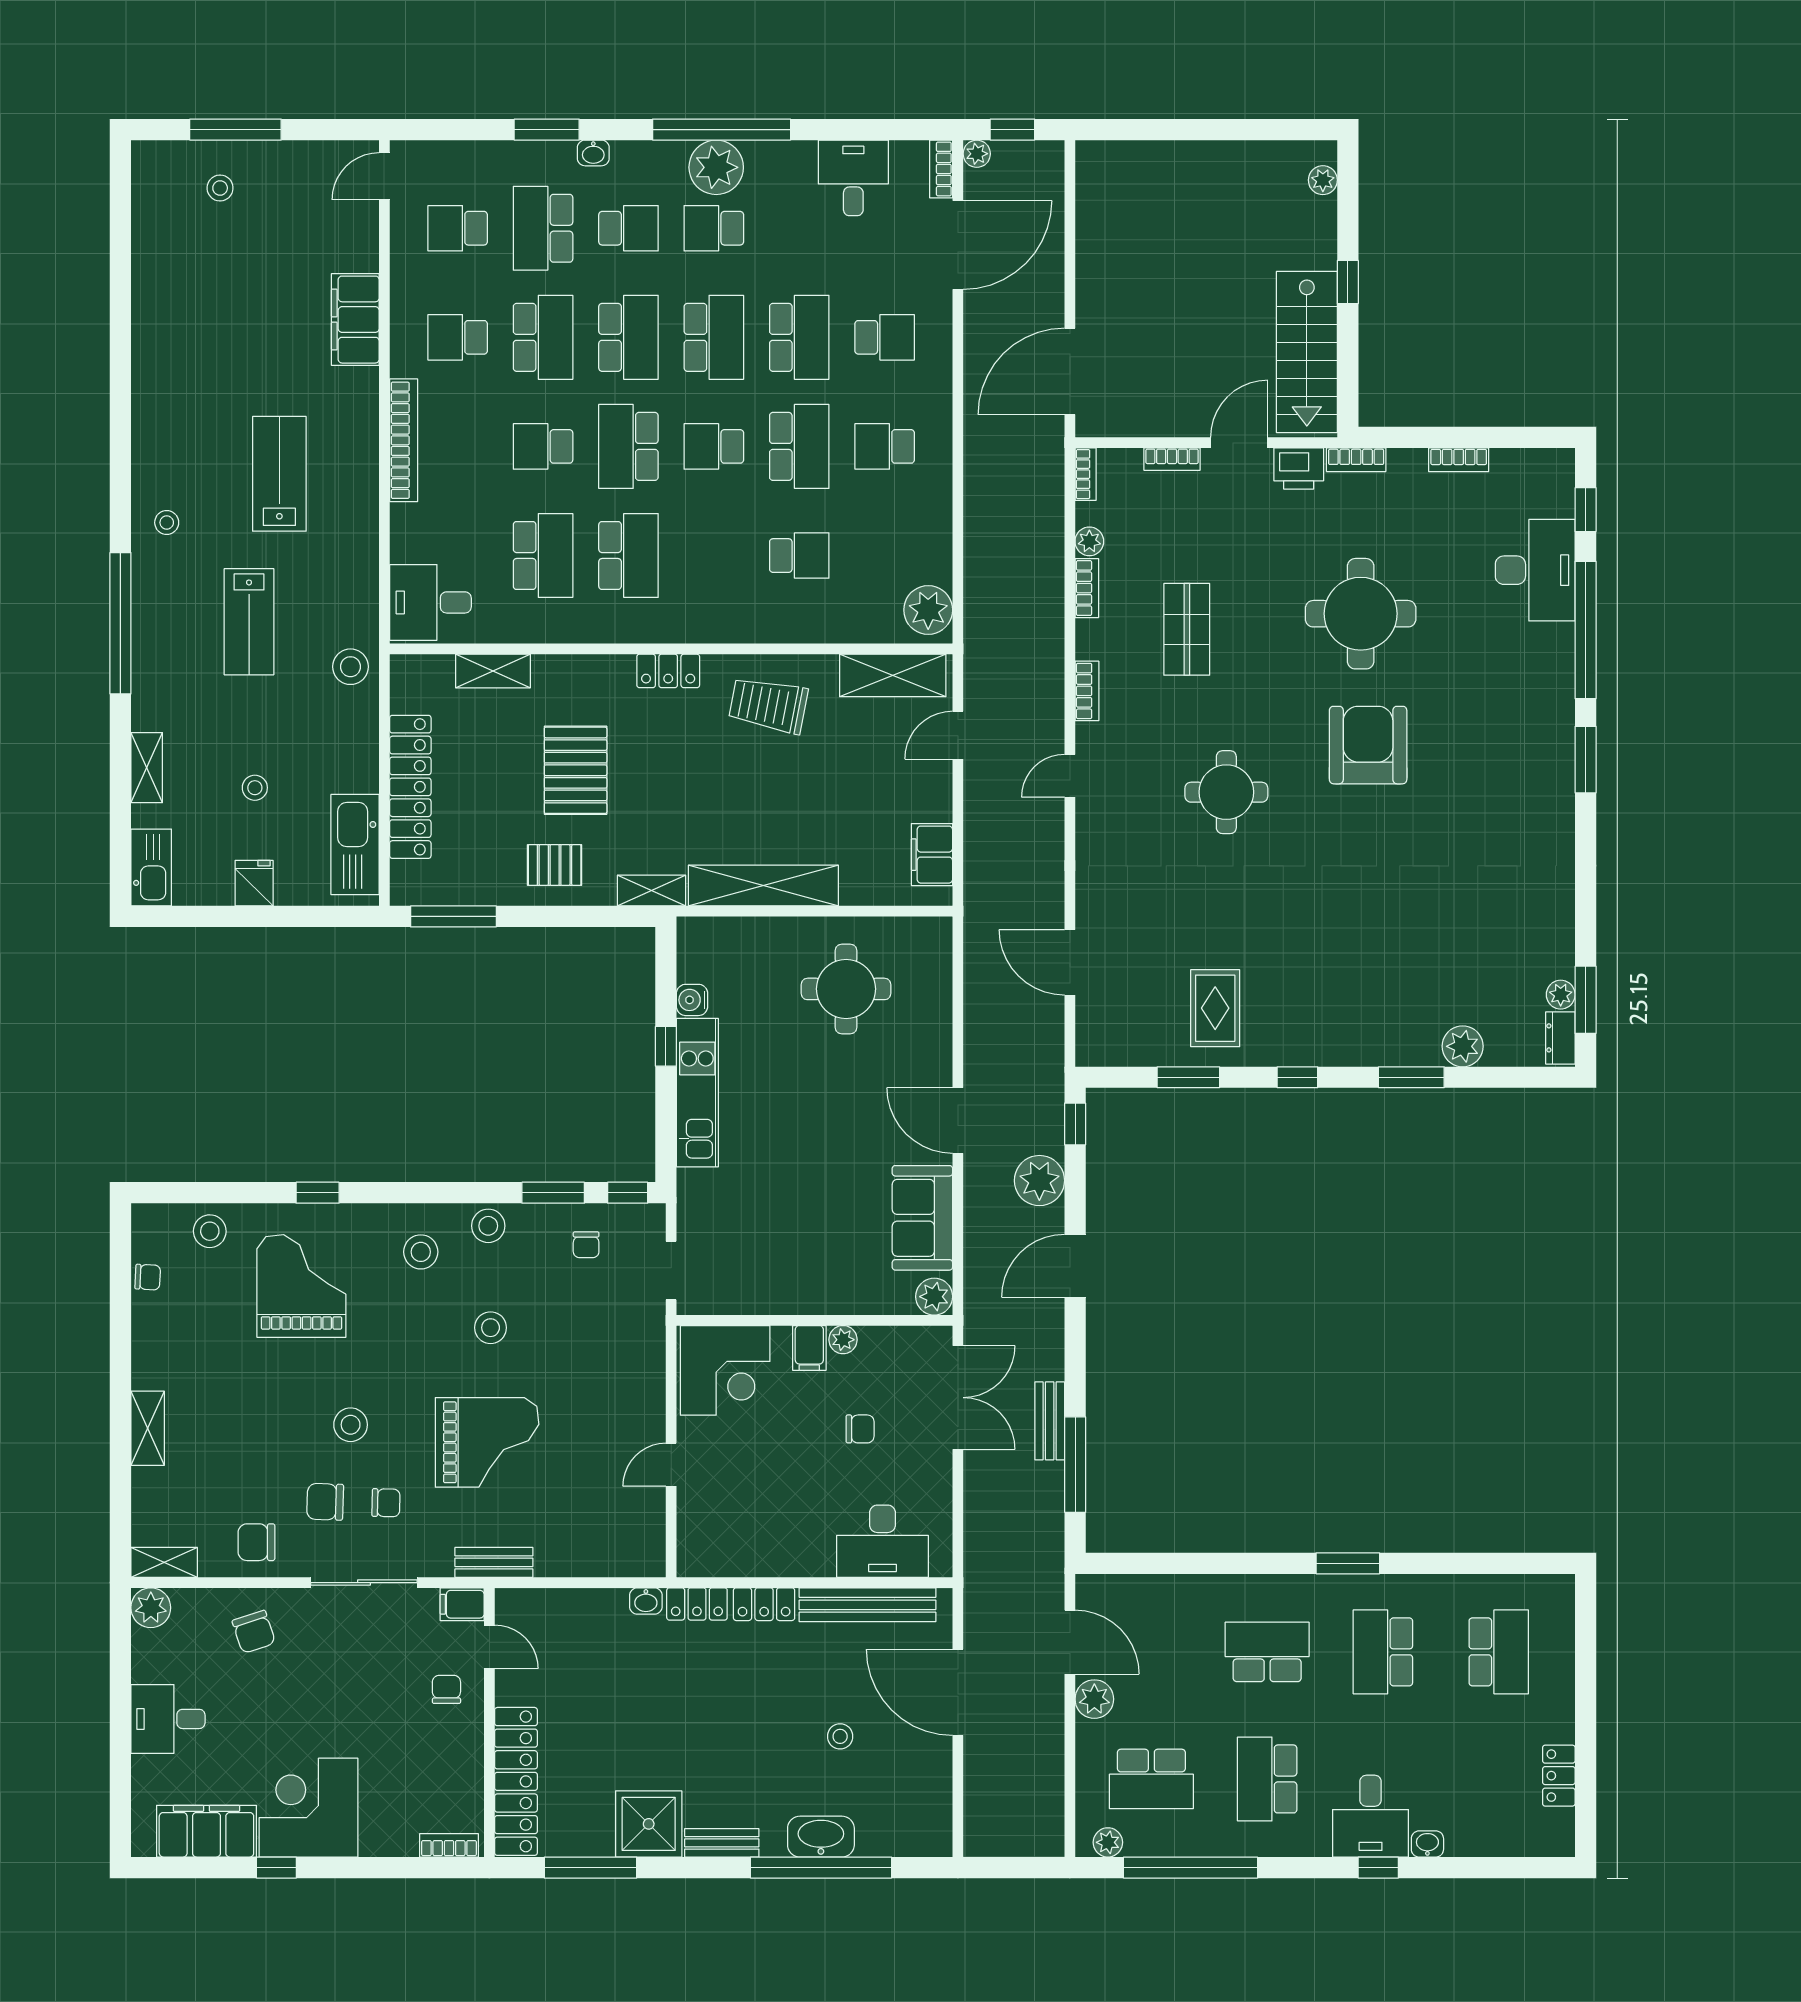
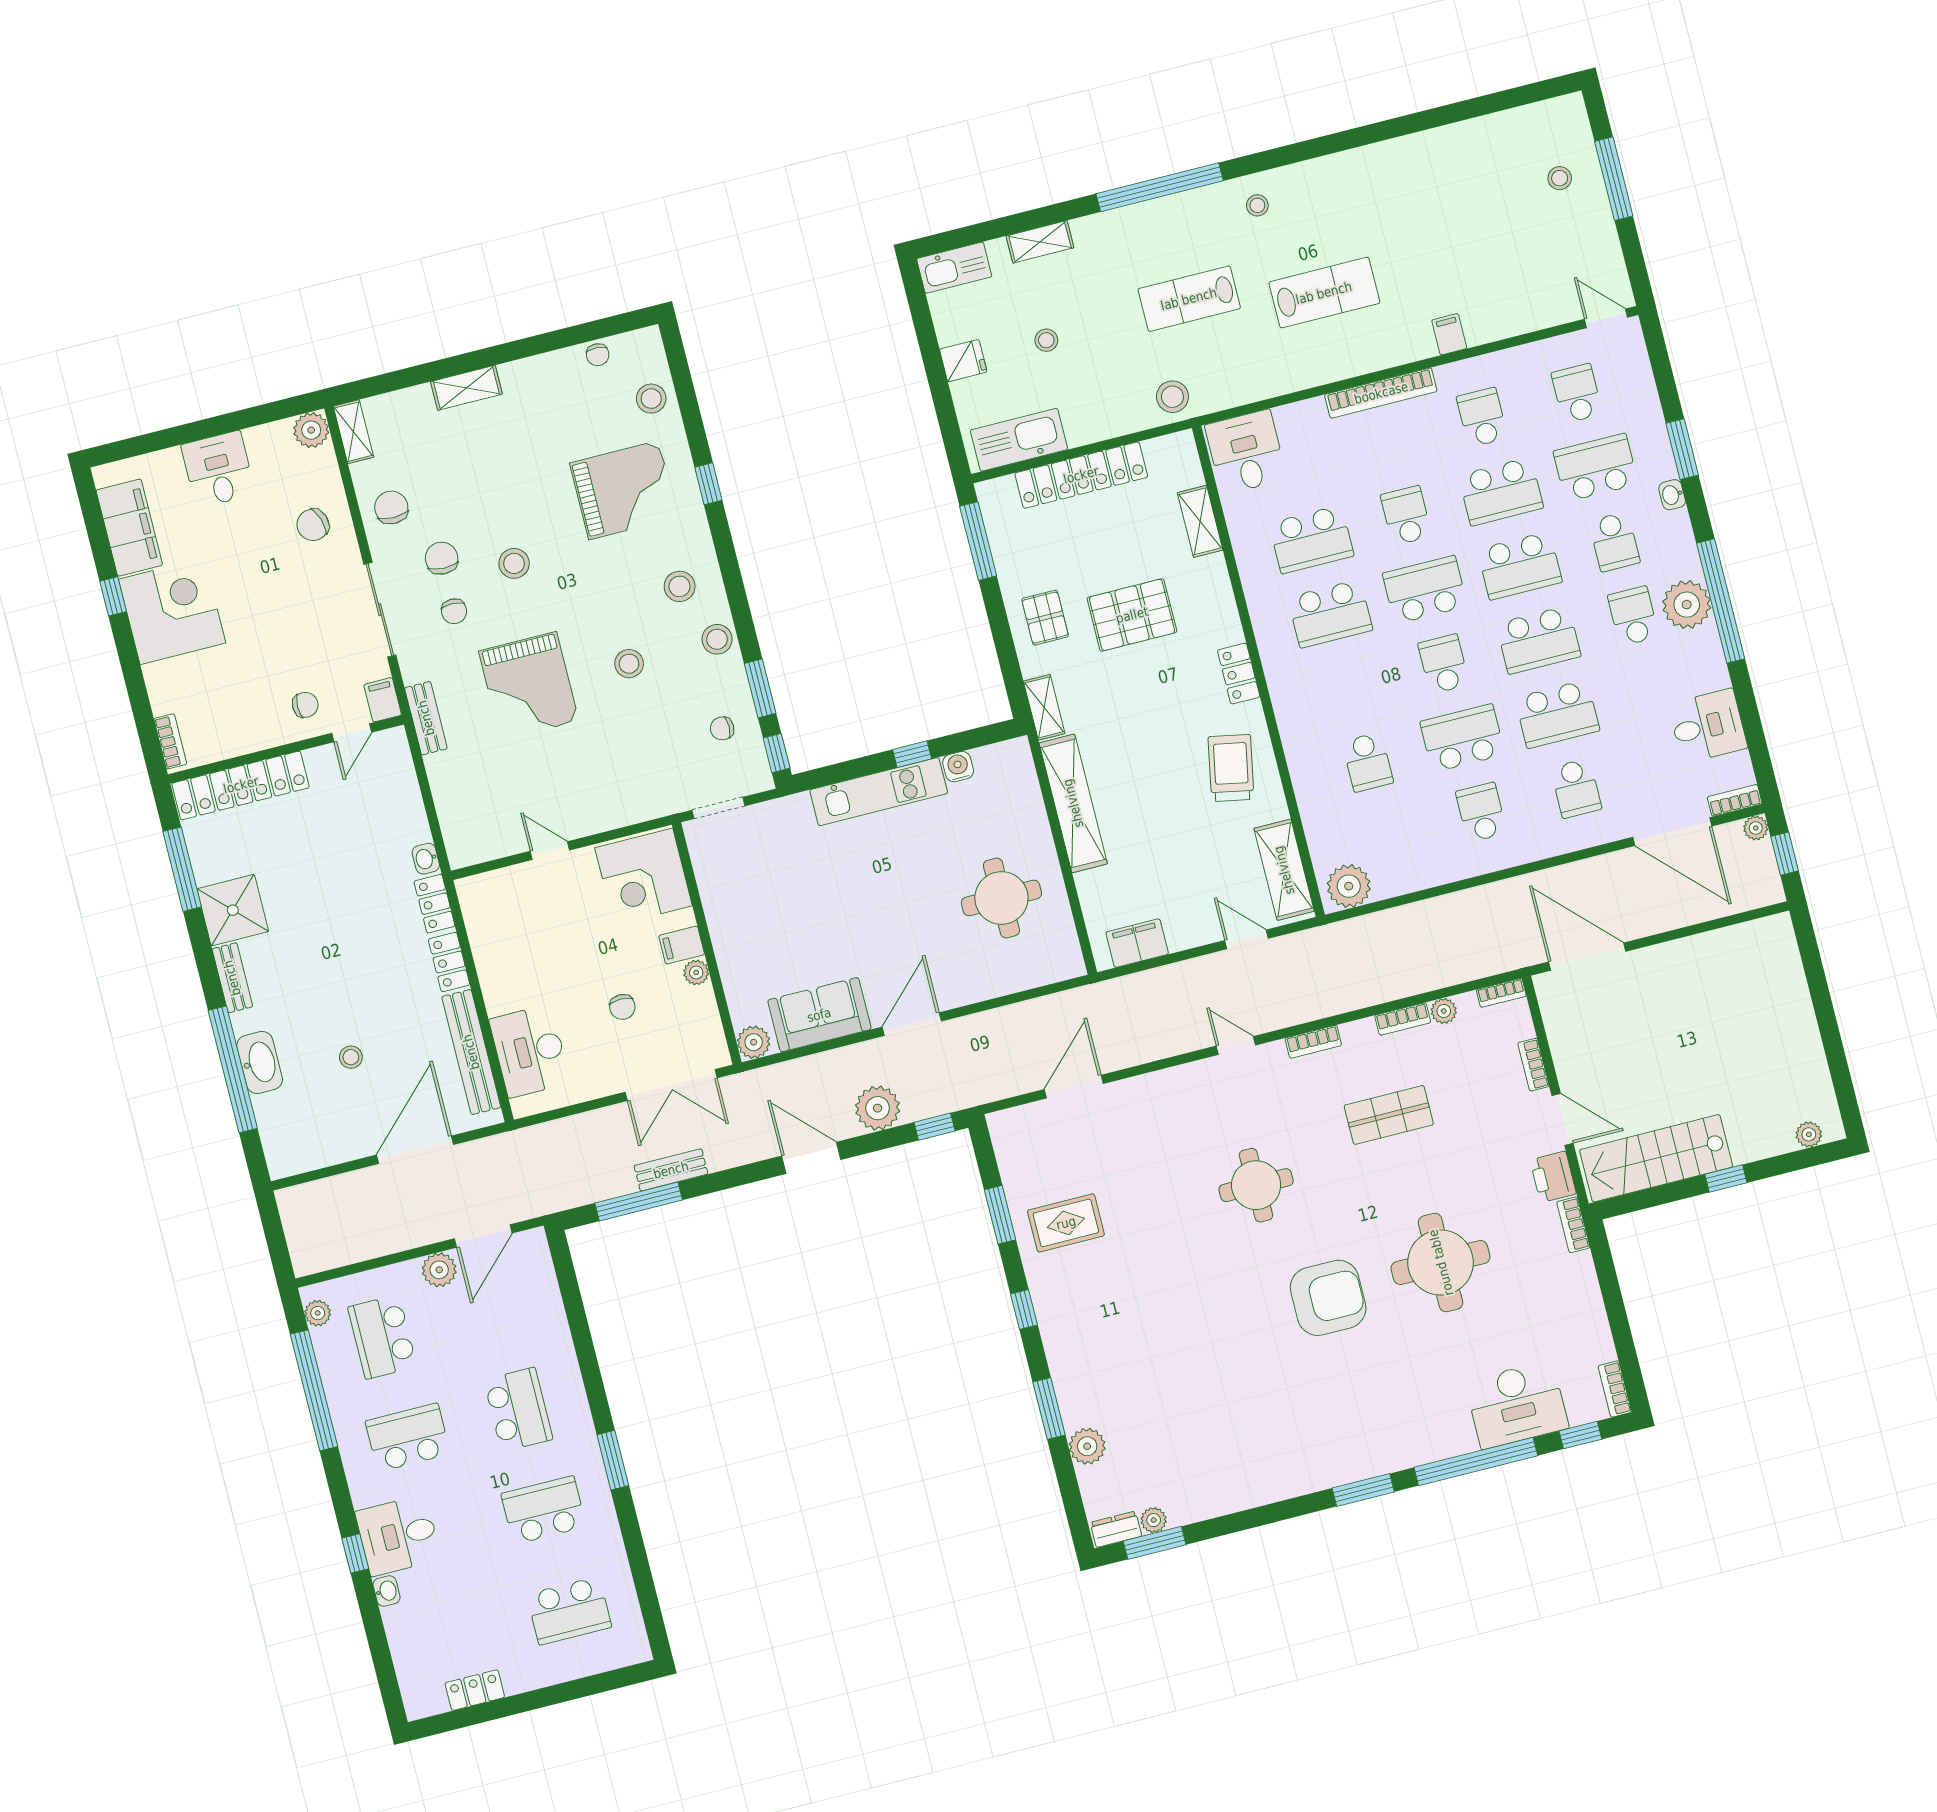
filing cabinet: (355, 320) -> (1449, 334), width x0.33, depth x0.86
school desk: (799, 446) -> (1462, 738), turned 180
bookcase: (1459, 460) -> (1615, 1389), moved

